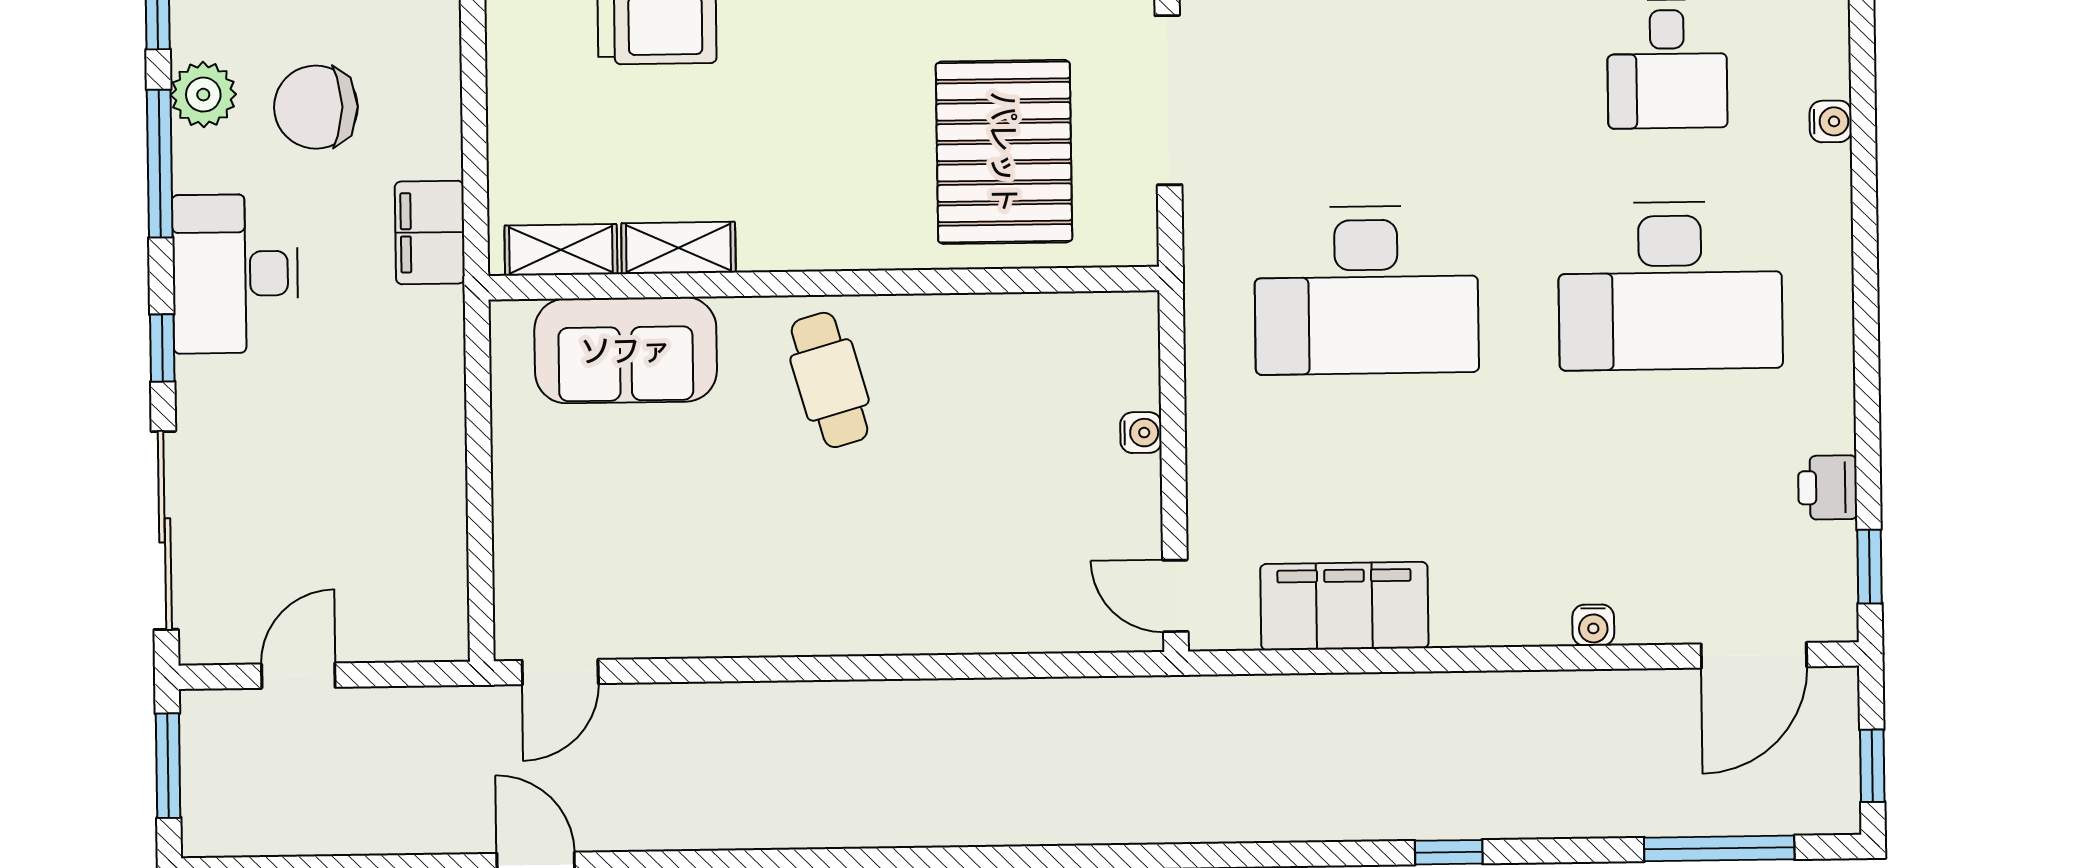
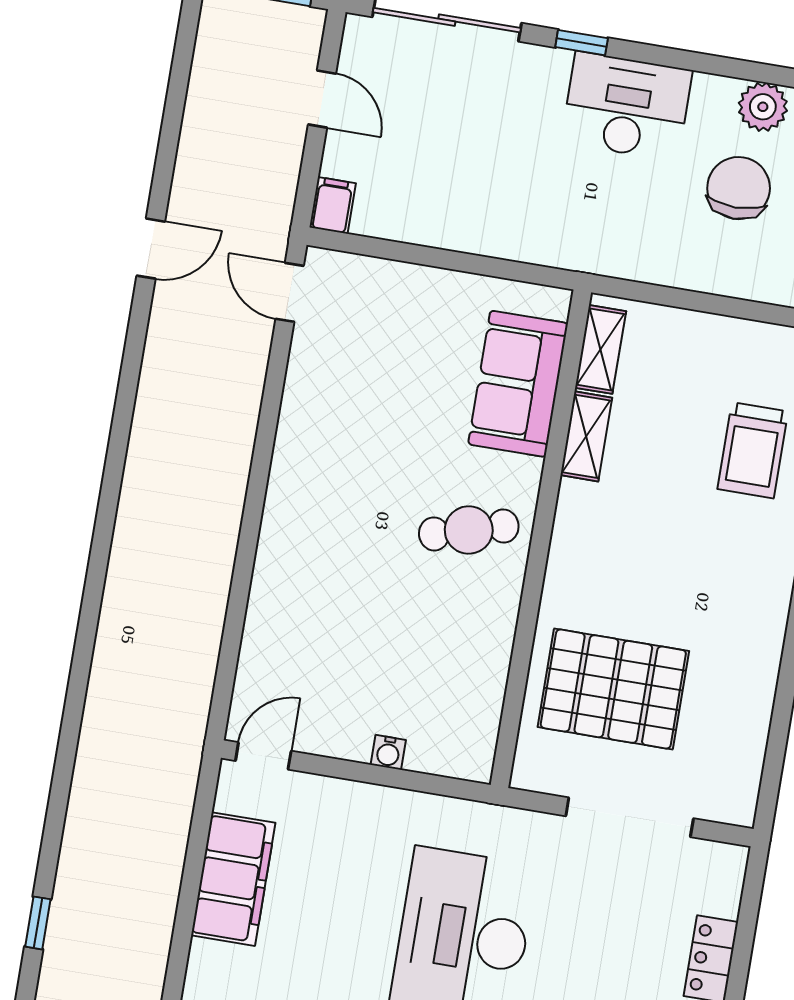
window: (160, 164) -> (718, 65), removed
filing cabinet: (430, 233) -> (333, 205), moved, width x0.50

